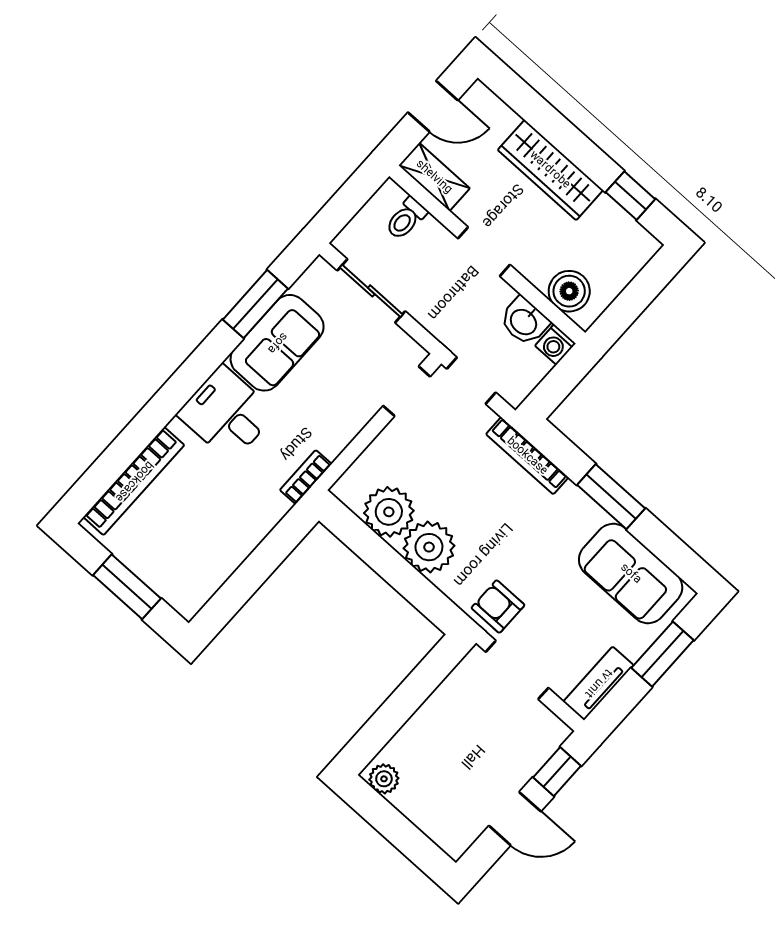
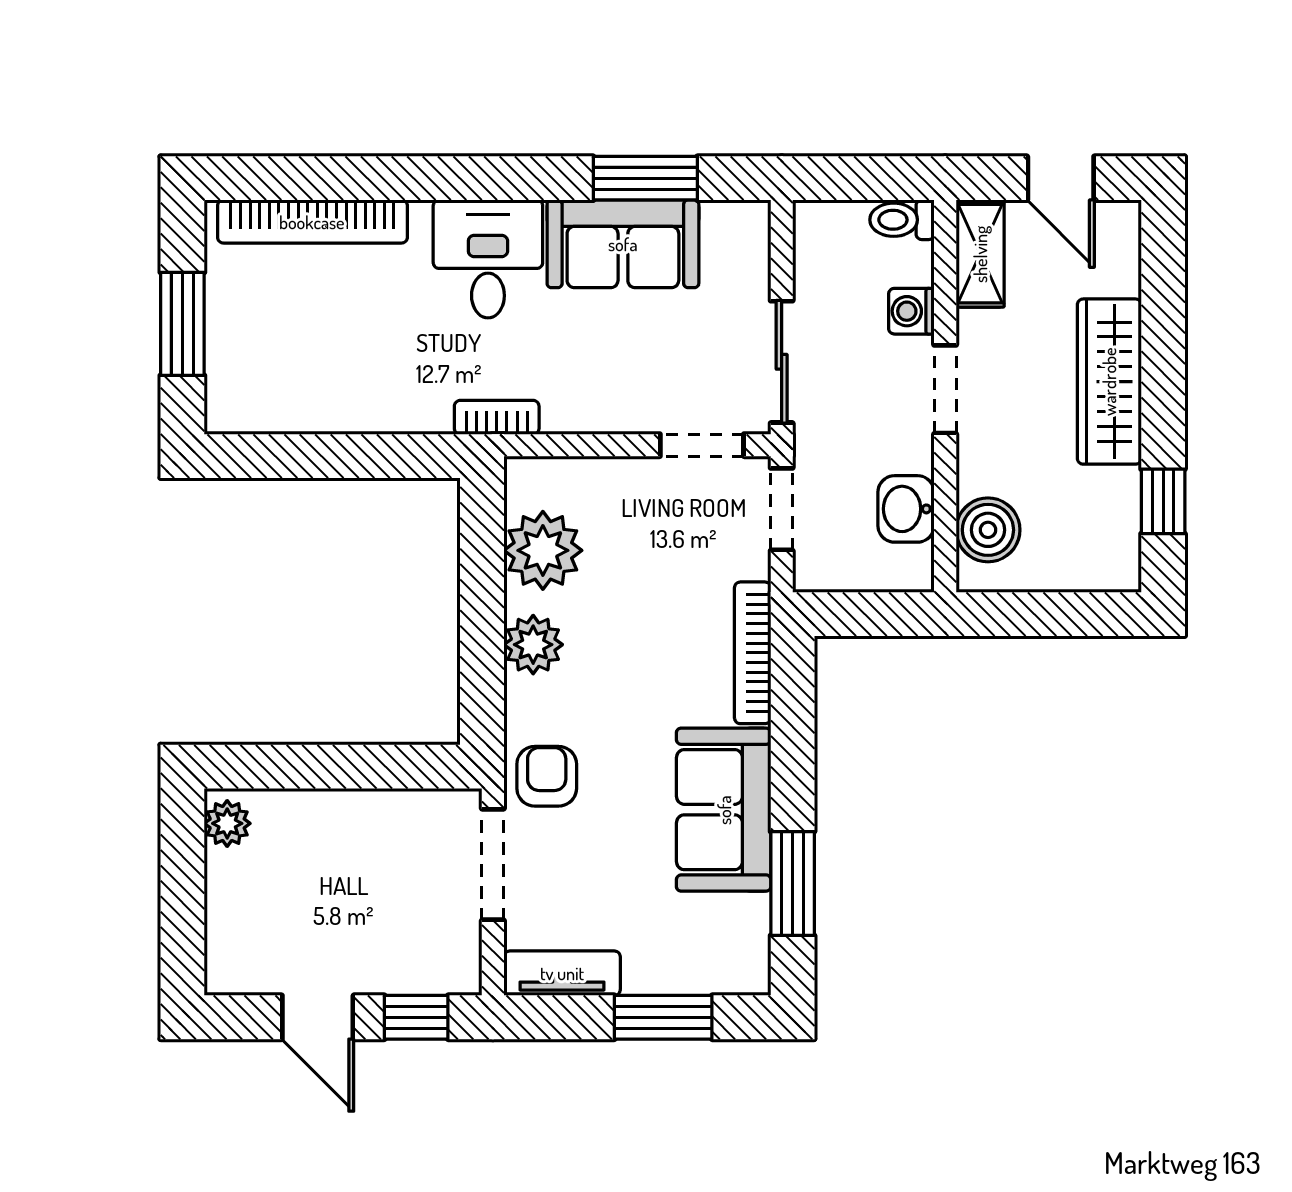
toilet: (406, 219) -> (902, 220), moved
sliding door: (371, 291) -> (782, 362), moved
washing machine: (555, 345) -> (911, 311), moved
window: (611, 497) -> (793, 883), moved
plant: (429, 547) -> (533, 645), width x0.73, depth x0.73
sofa: (631, 574) -> (724, 810), moved

